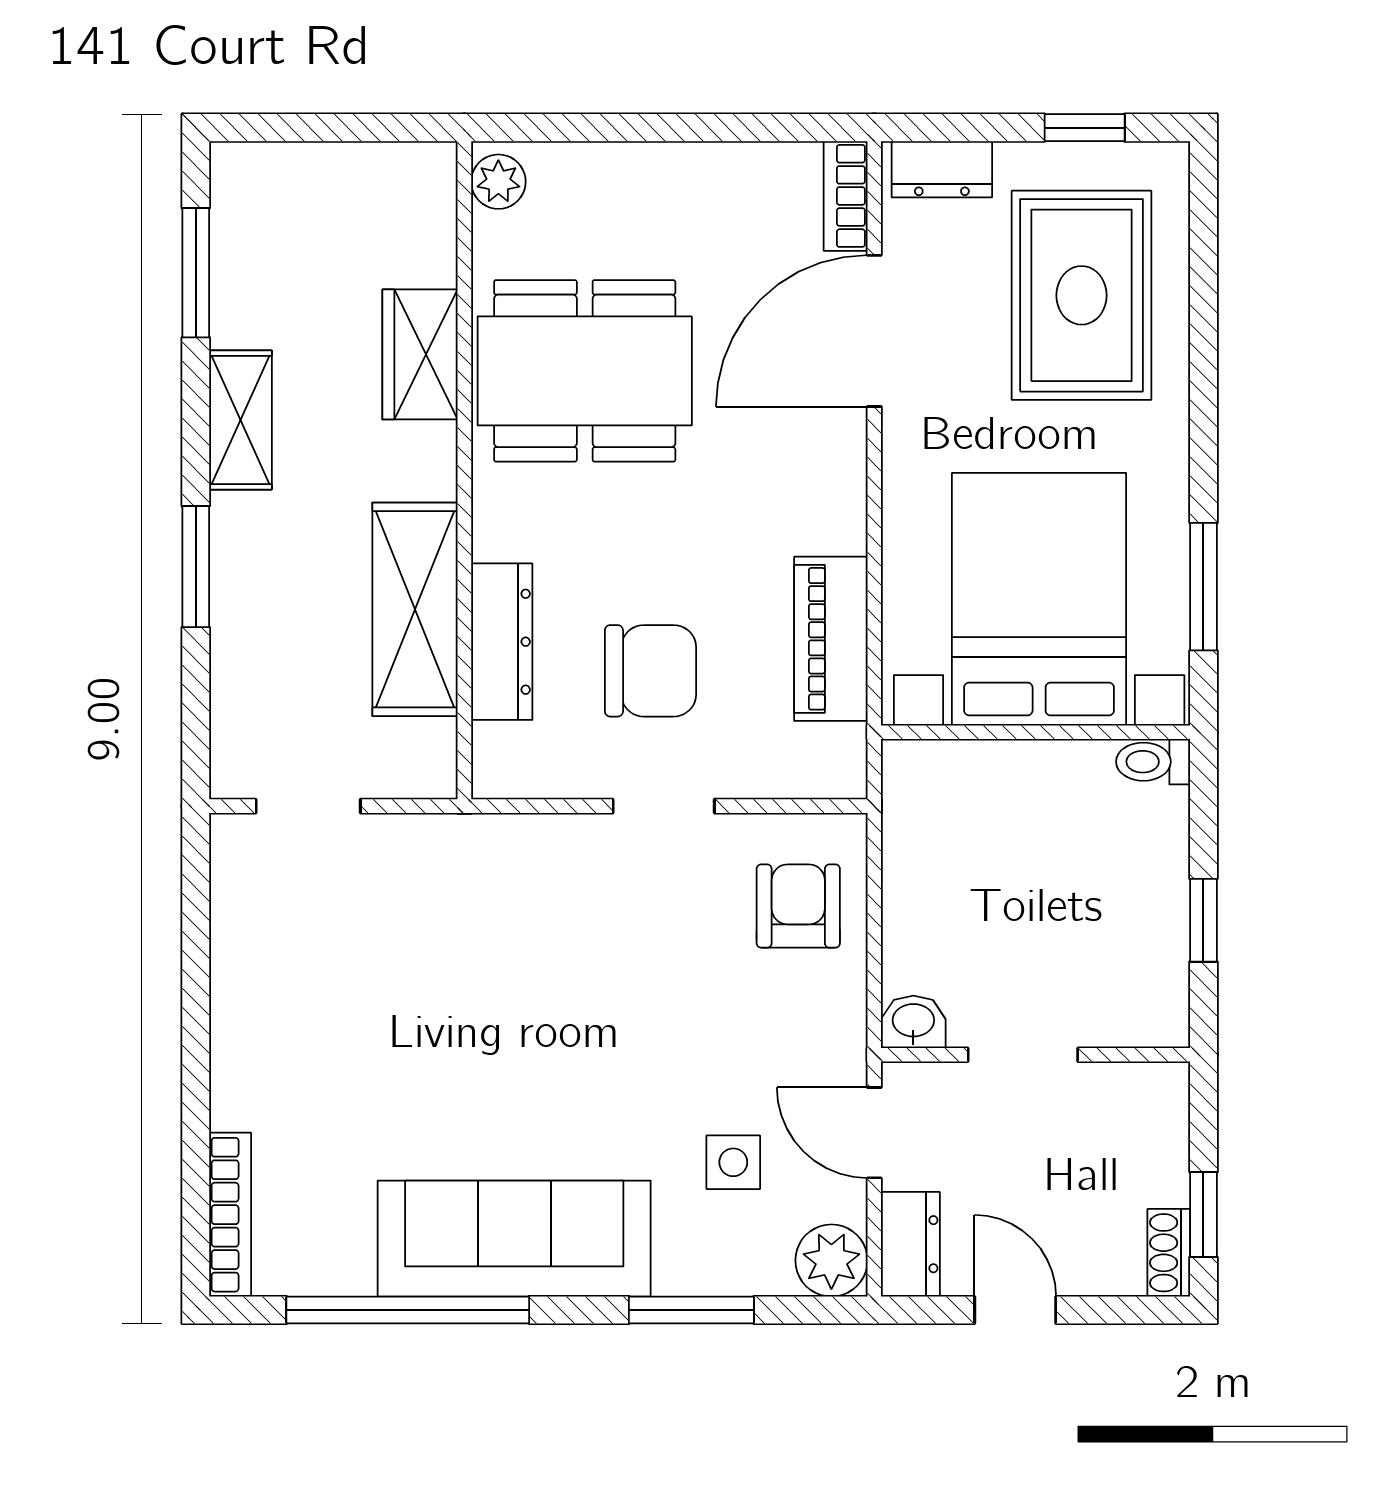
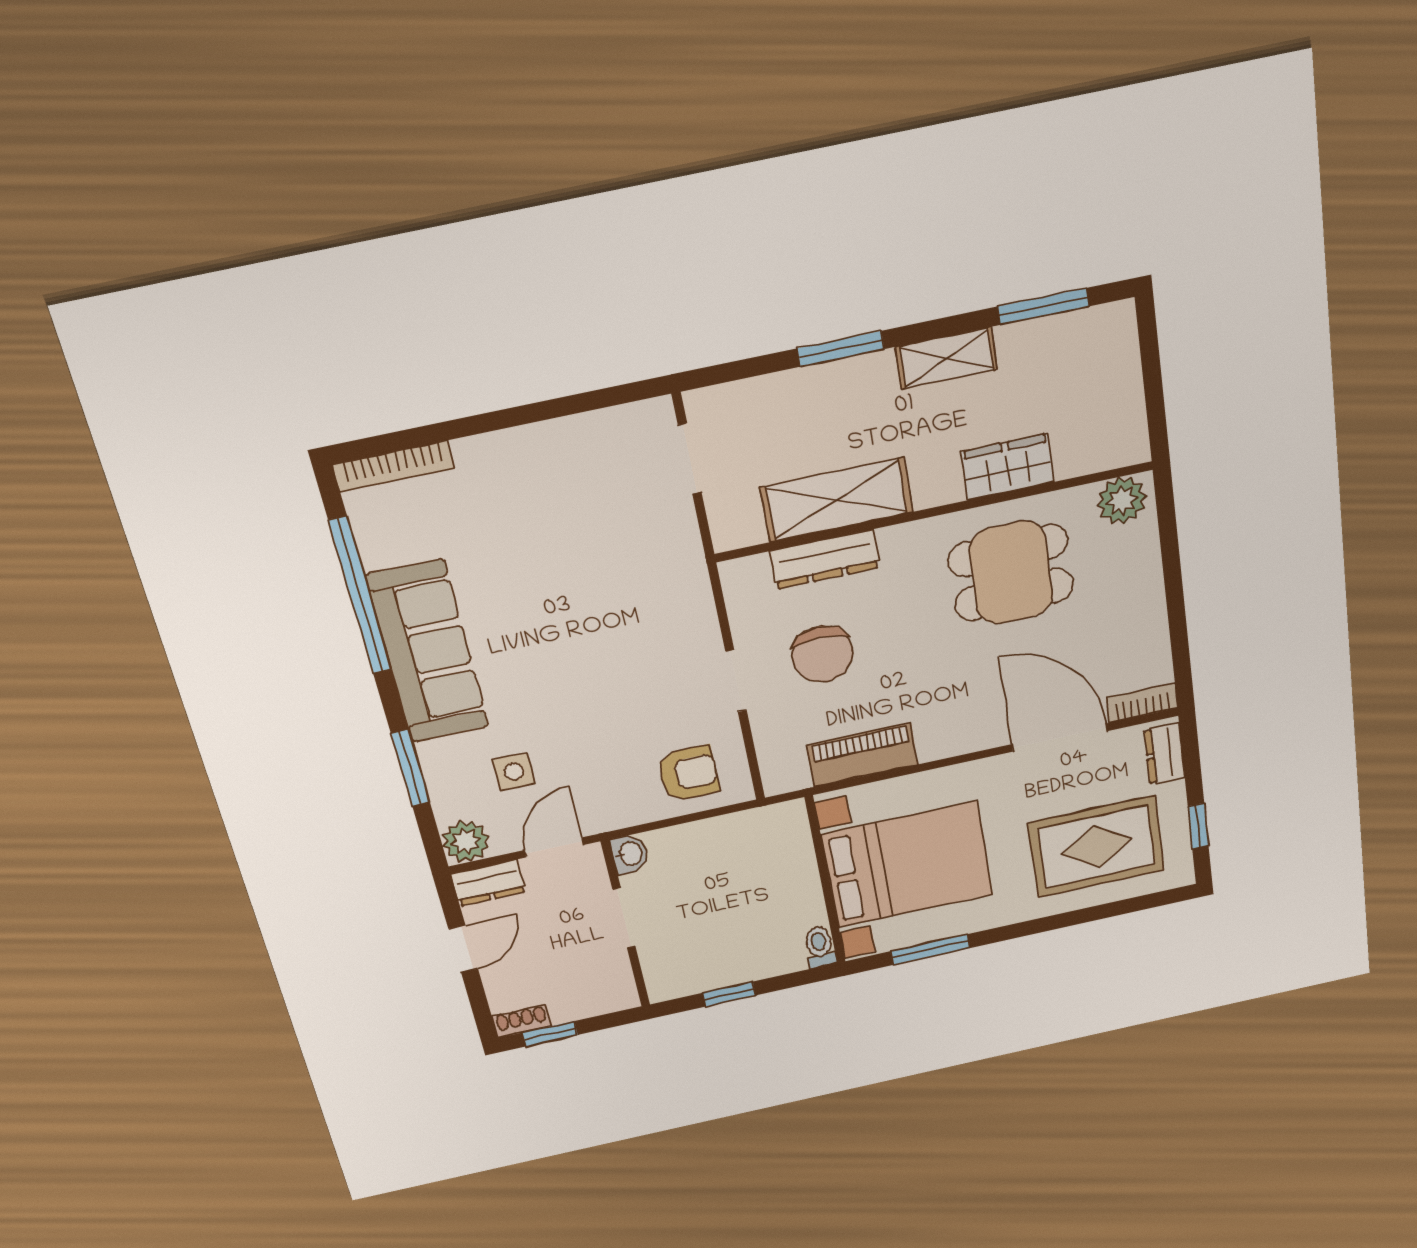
plant: (498, 182) -> (1122, 501), width x1.38, depth x1.38
dining table: (585, 371) -> (1011, 573), width x0.73

